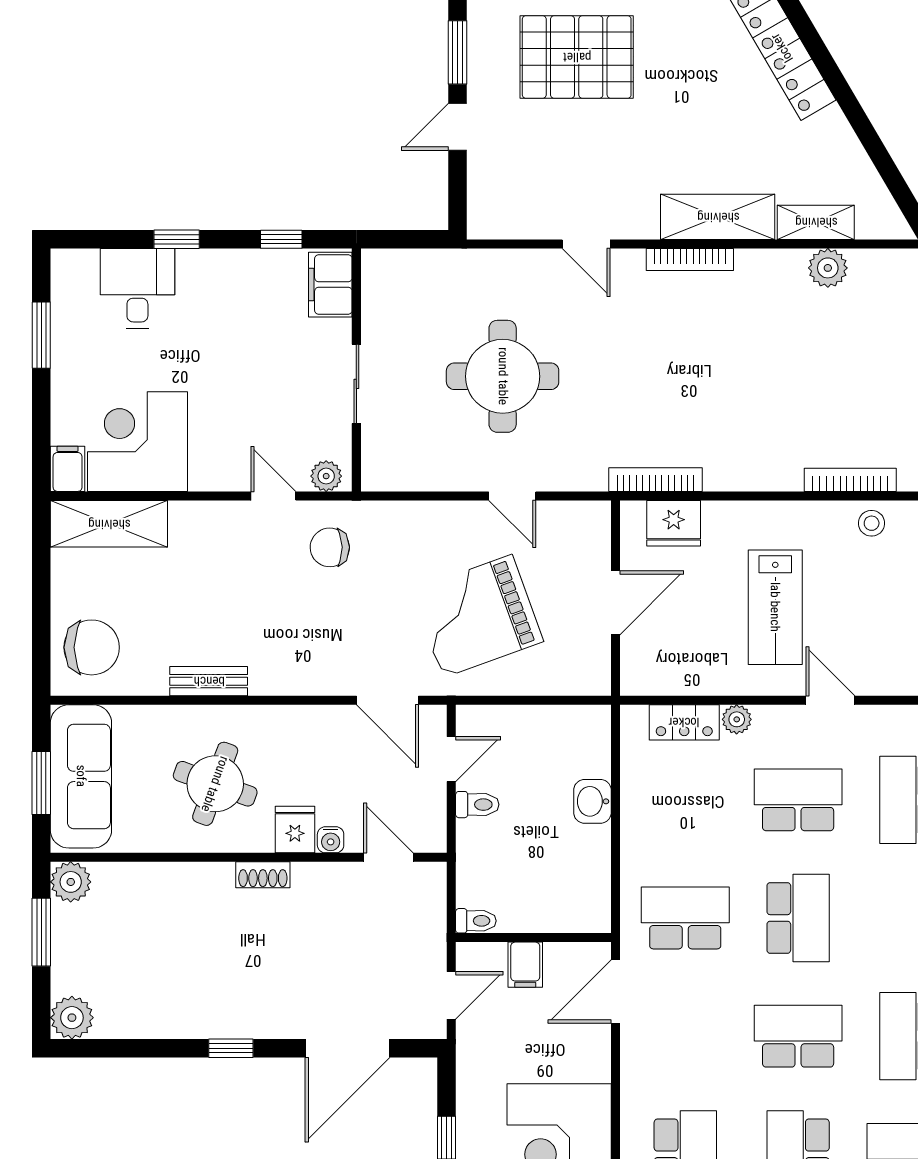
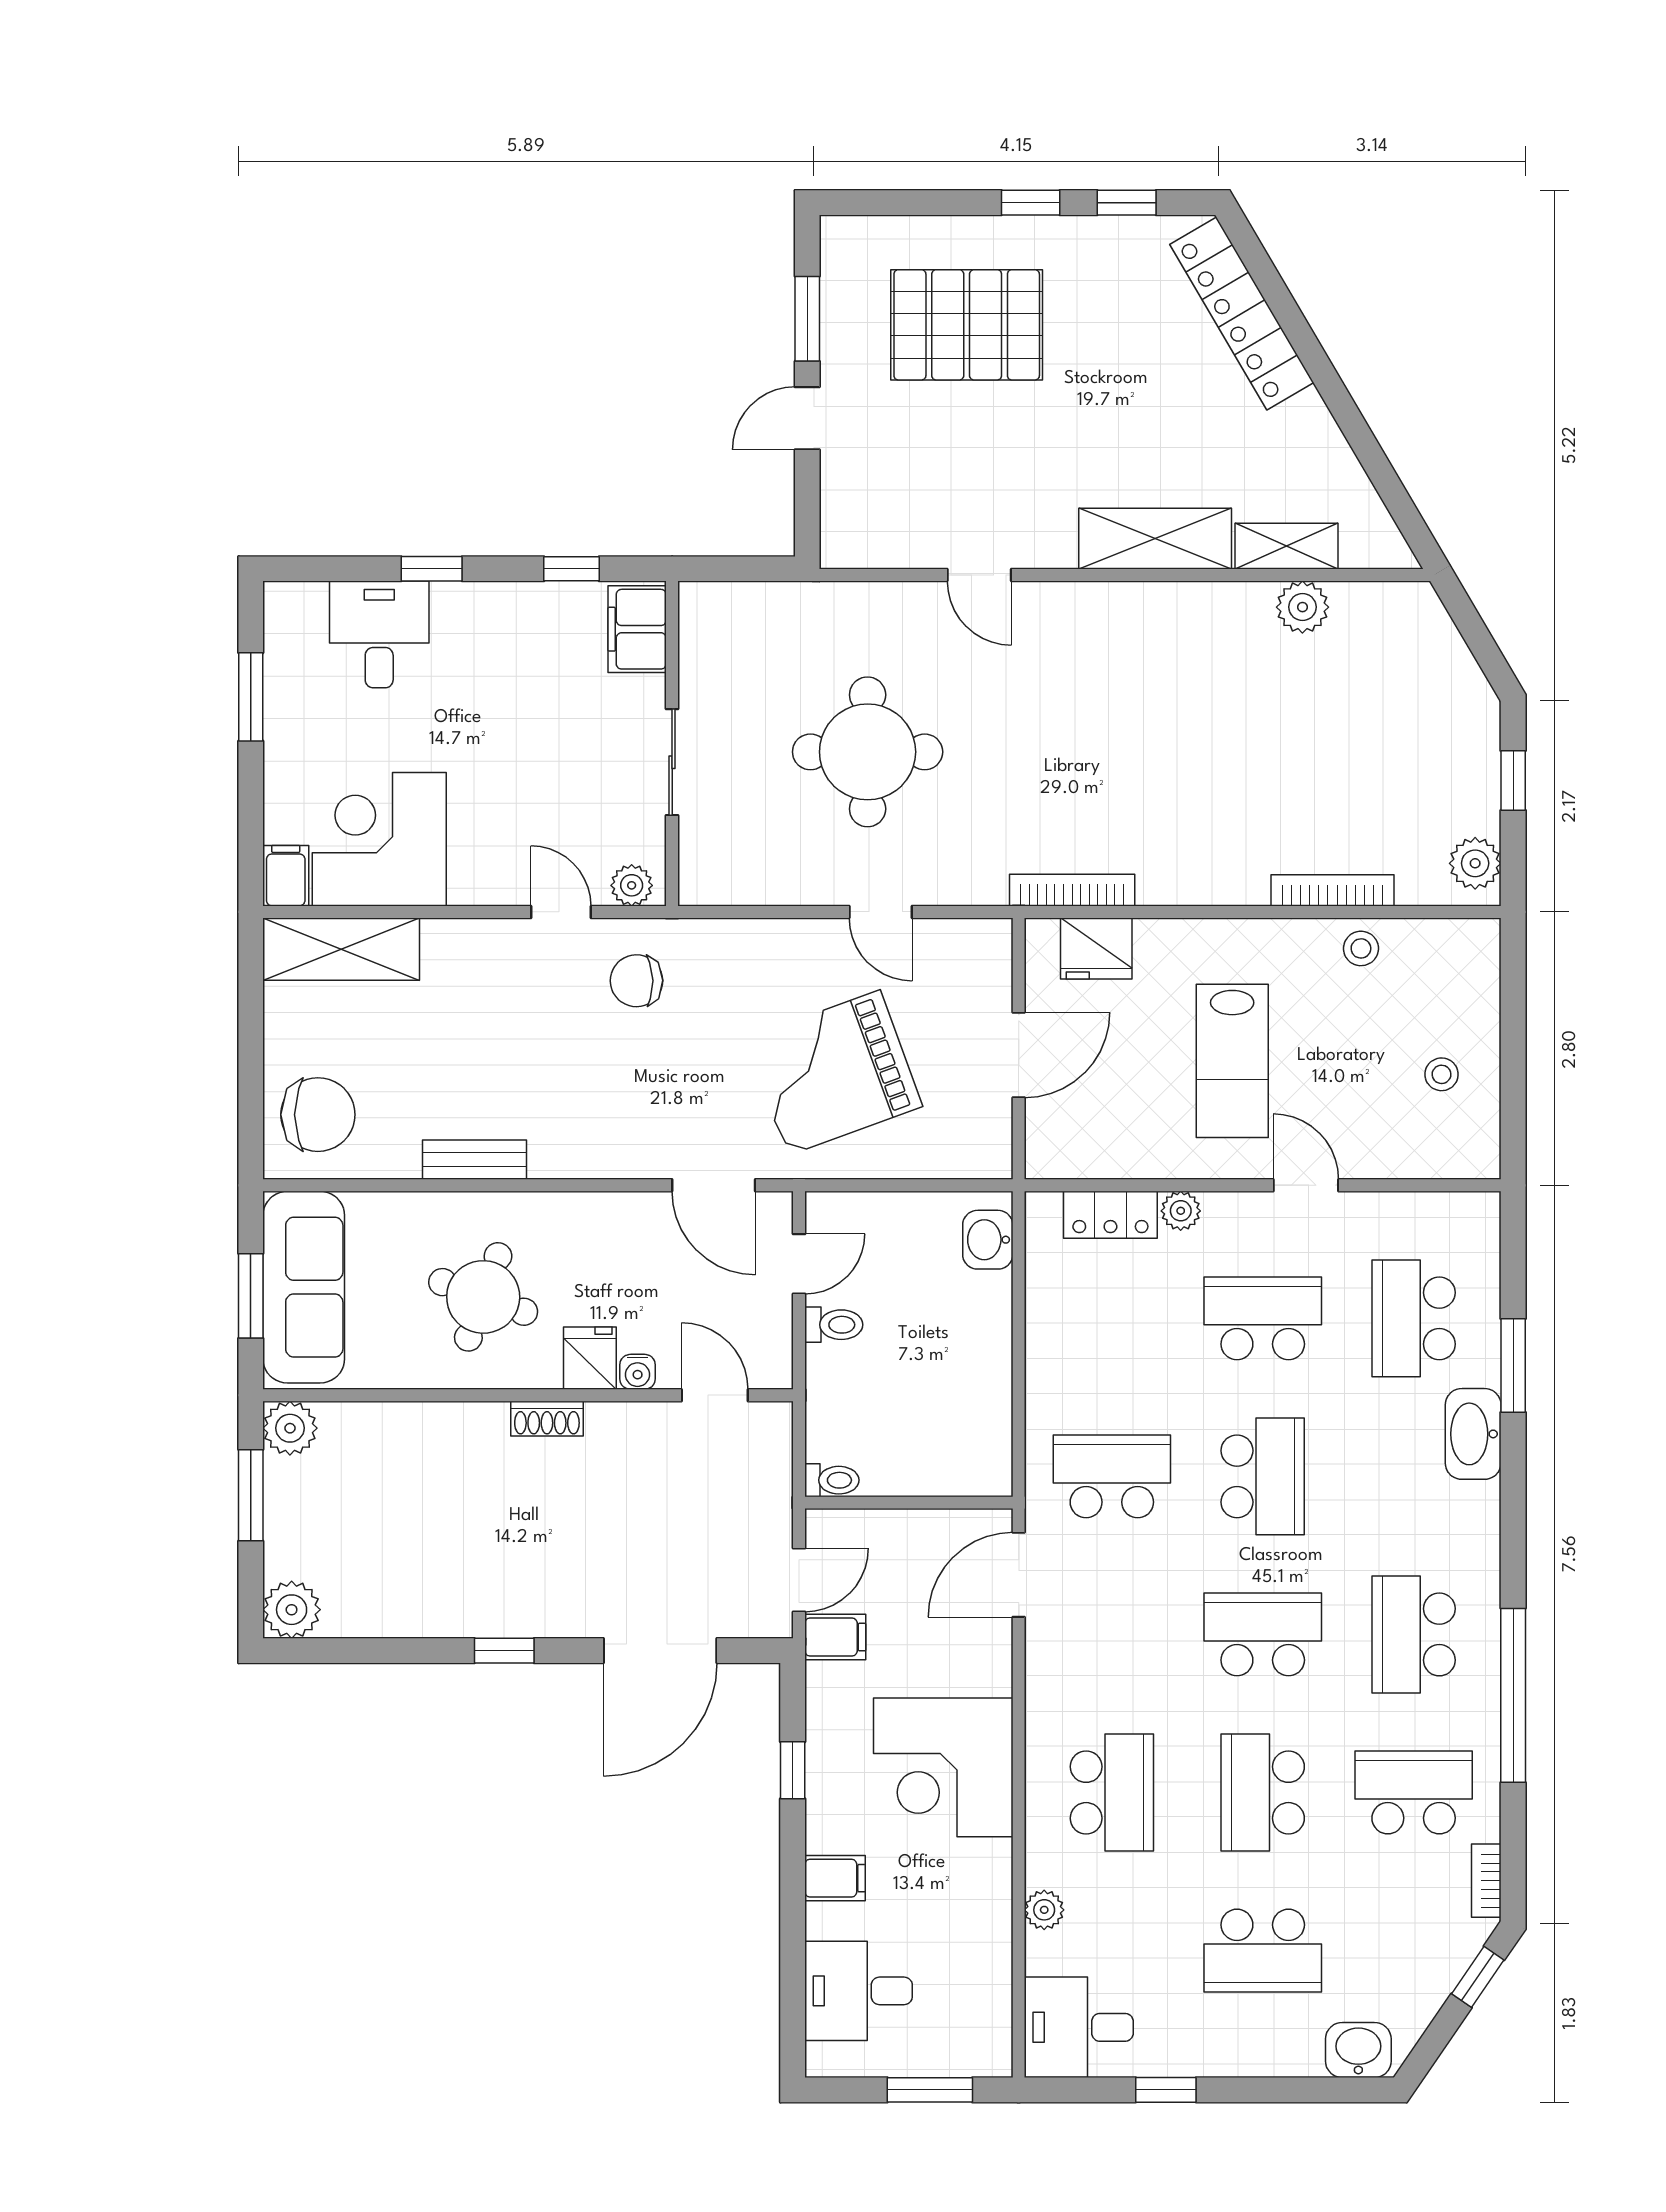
bookcase: (690, 260) -> (1118, 596), removed
washbasin: (592, 801) -> (988, 1240), moved
filing cabinet: (525, 965) -> (835, 1637), moved, turned -90

